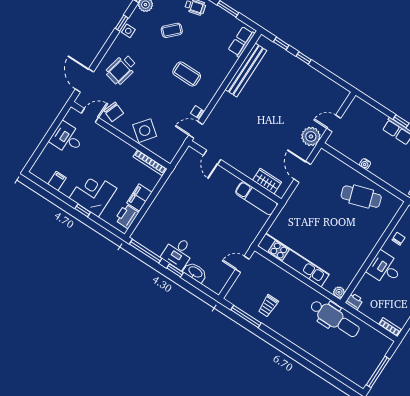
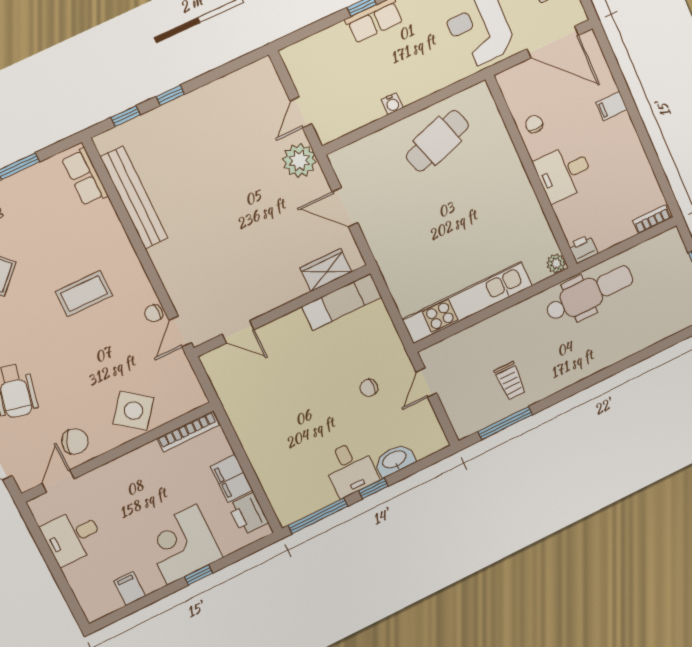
chair: (223, 237) -> (369, 388), added

